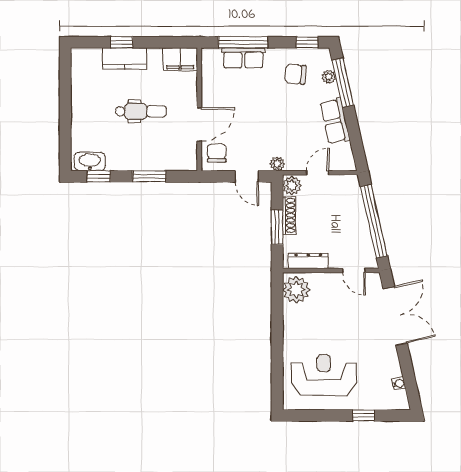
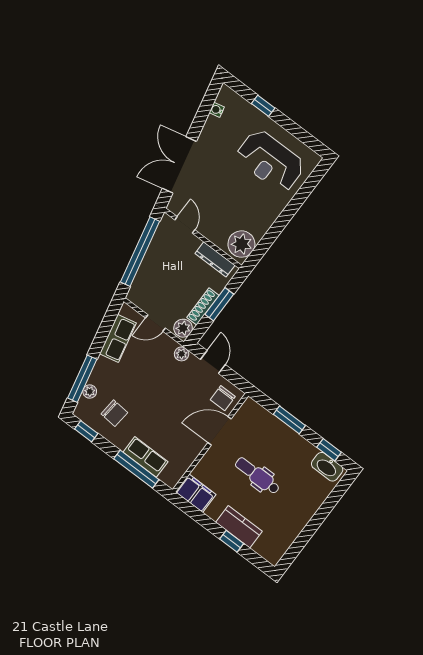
row of seats: (335, 121) -> (118, 338), moved

